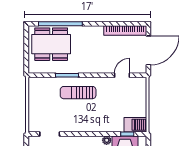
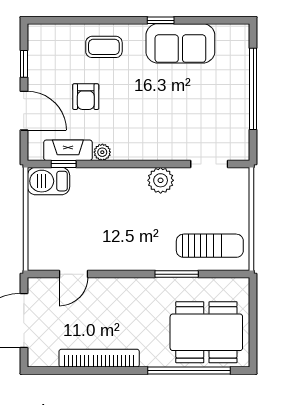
bookcase: (125, 30) -> (99, 358), moved
sun lounger: (78, 93) -> (210, 246), moved
plant: (76, 125) -> (161, 180), added

